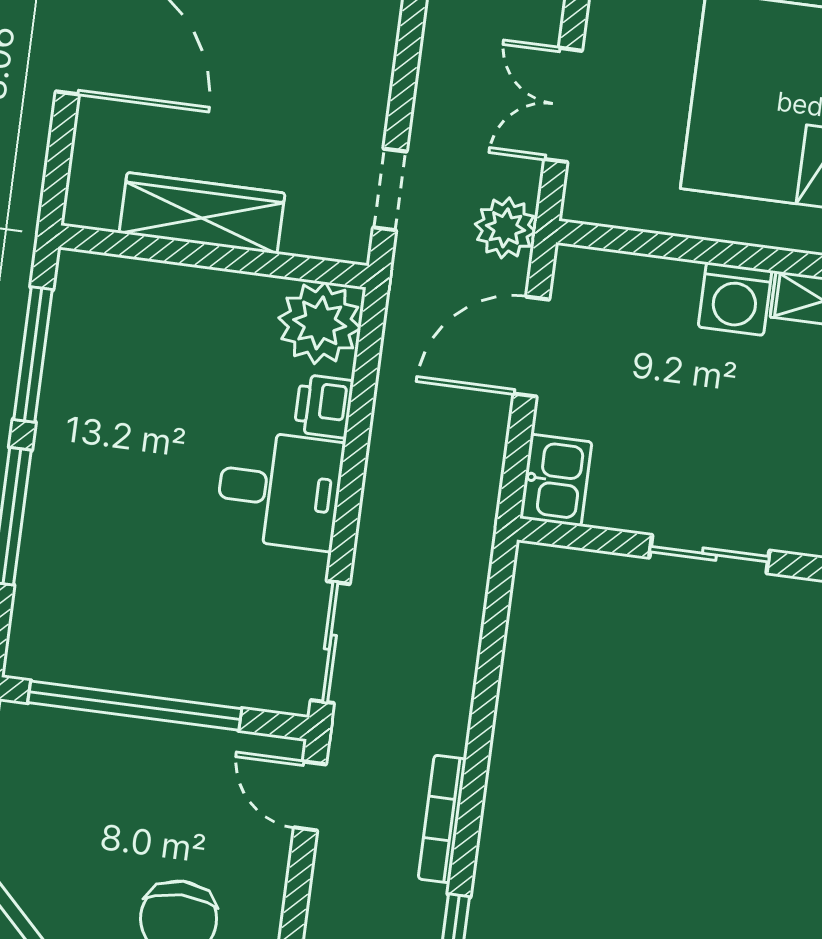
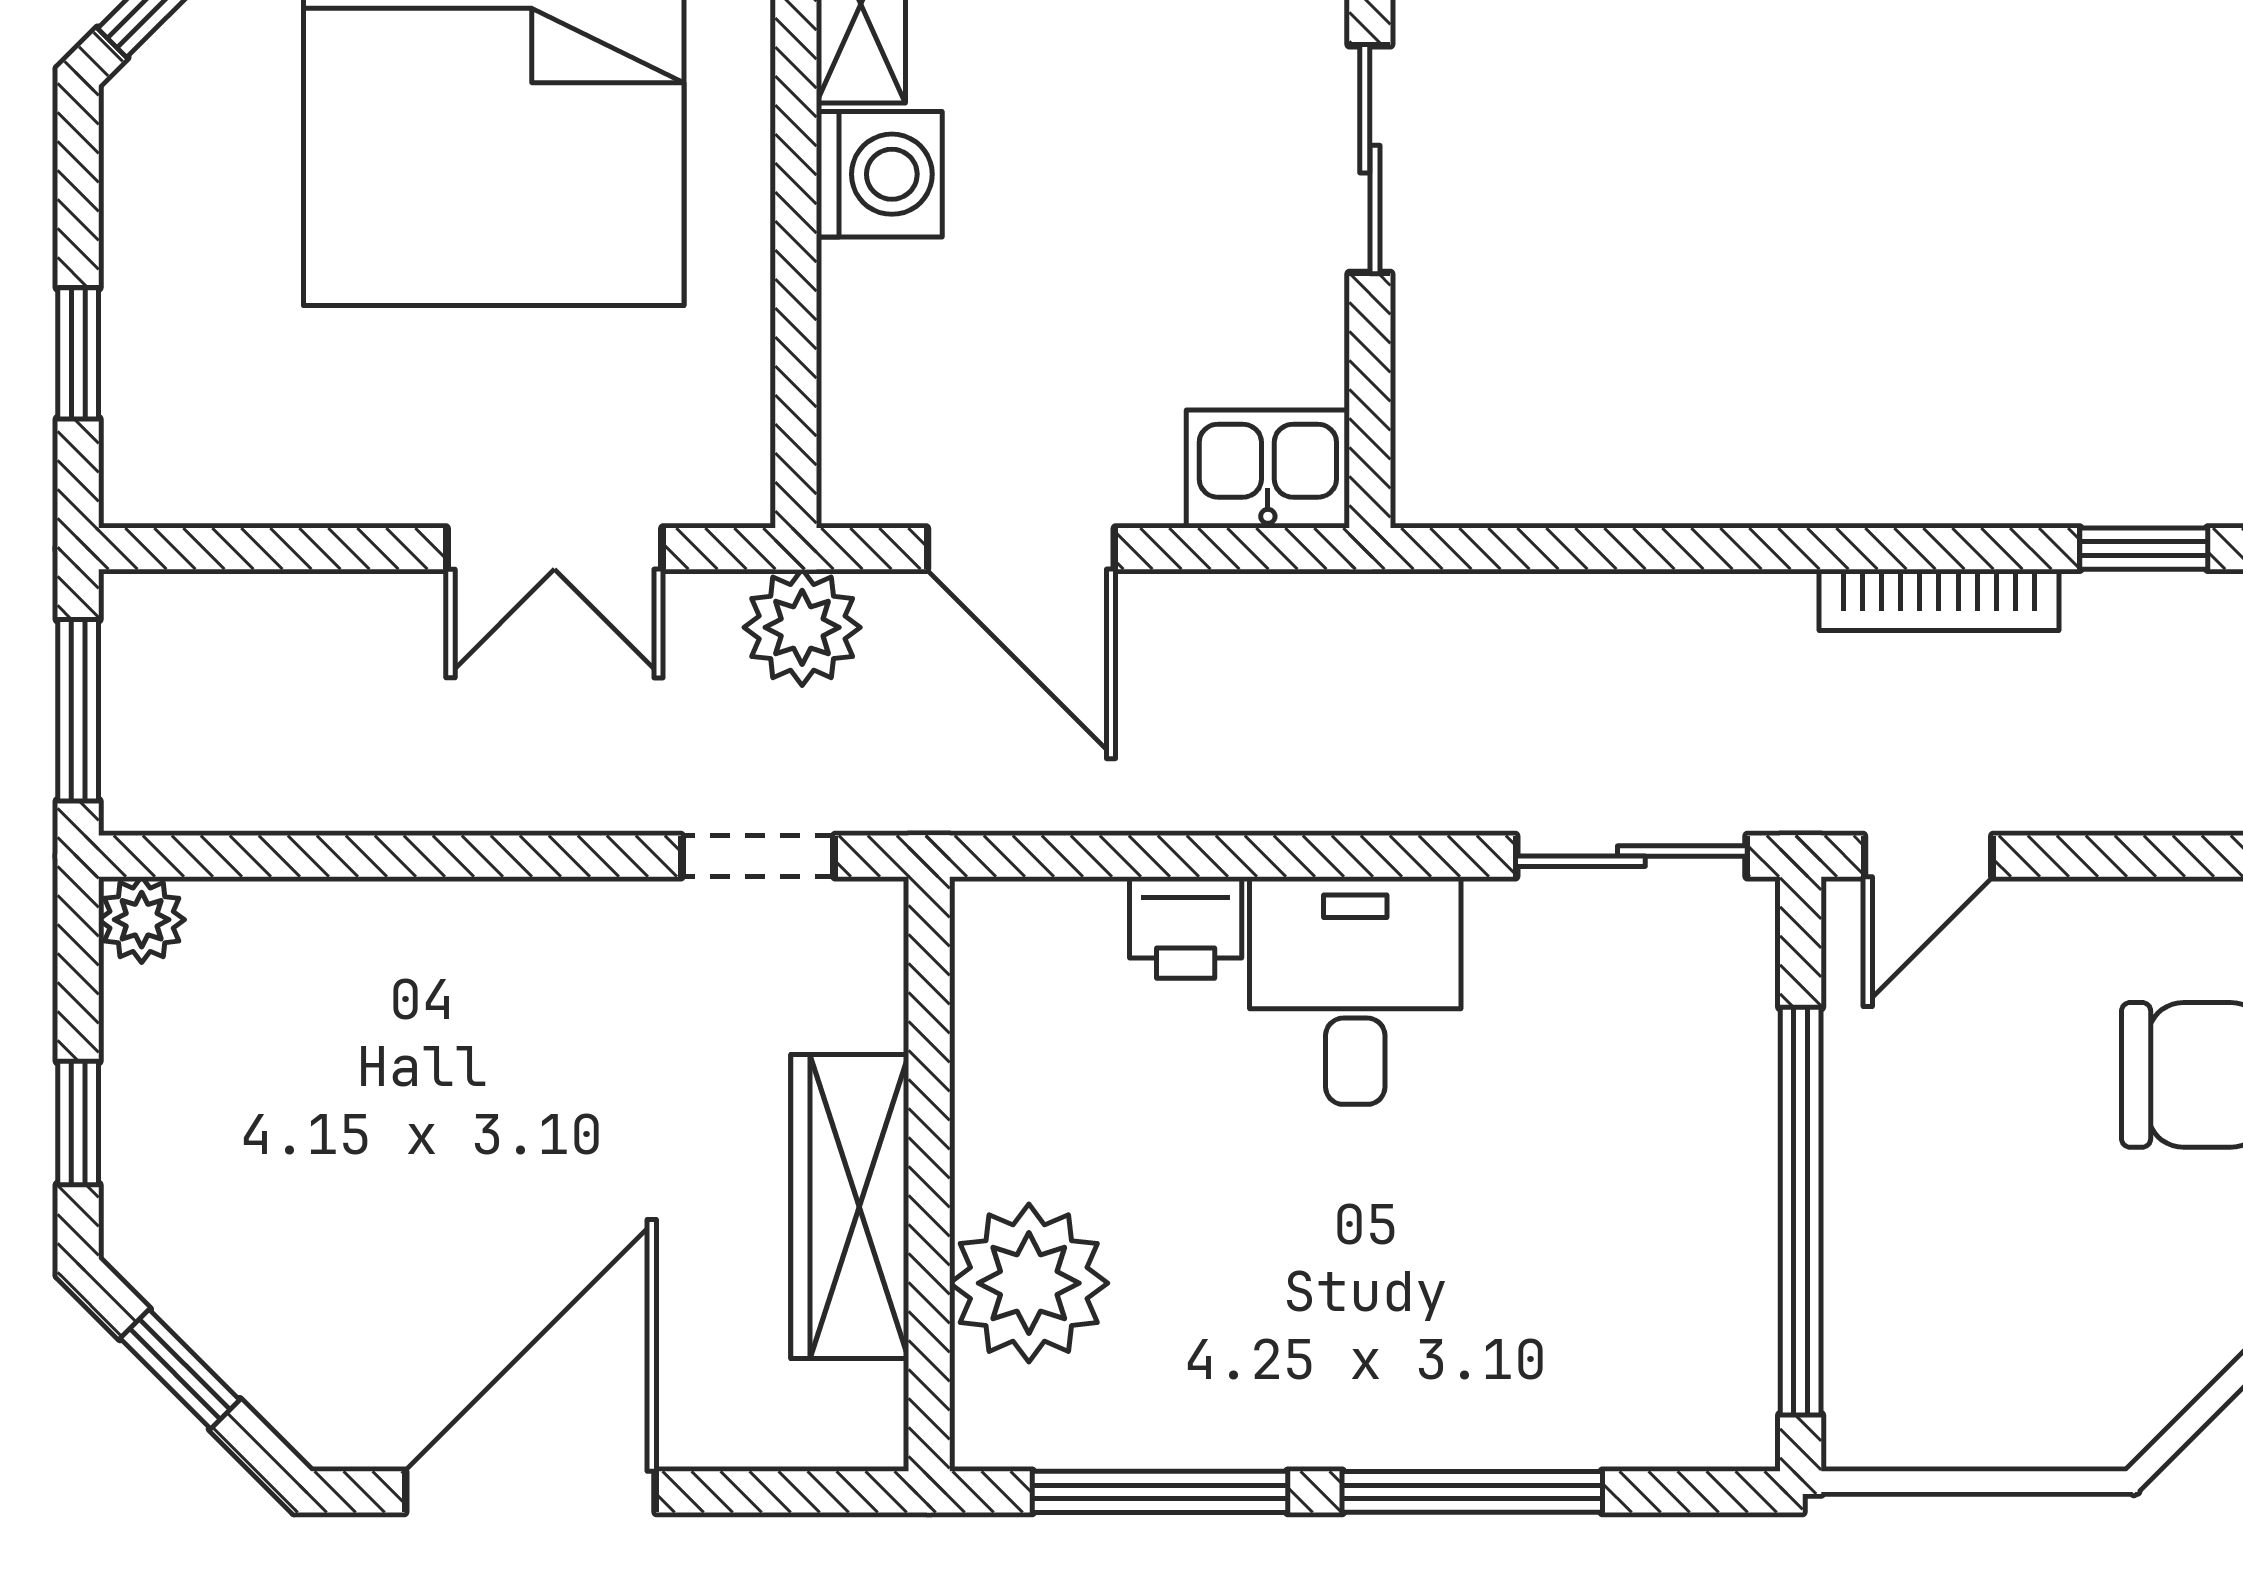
plant: (320, 323) -> (1029, 1283), moved

